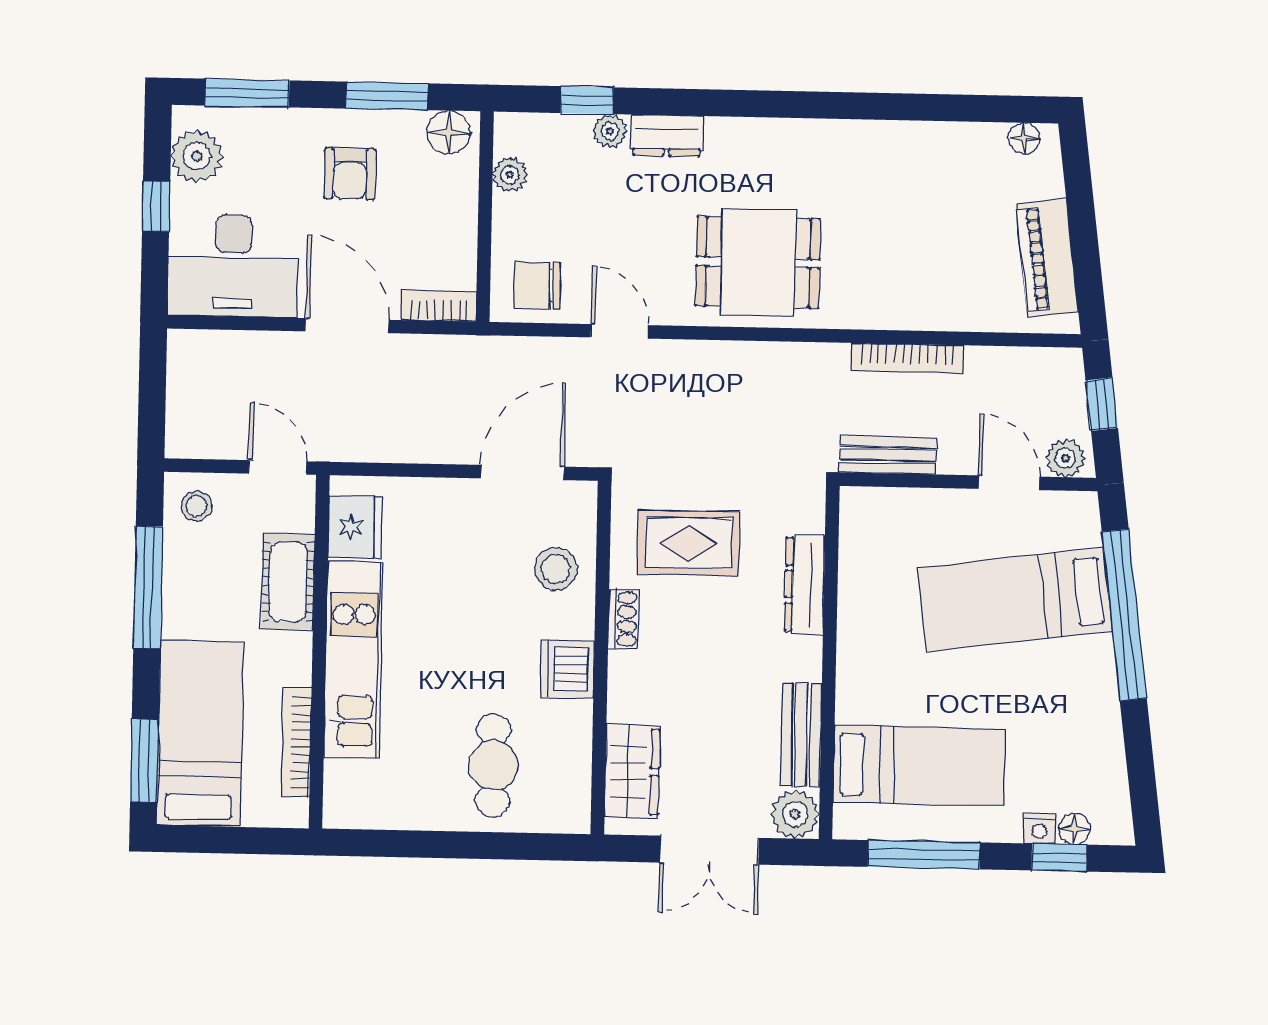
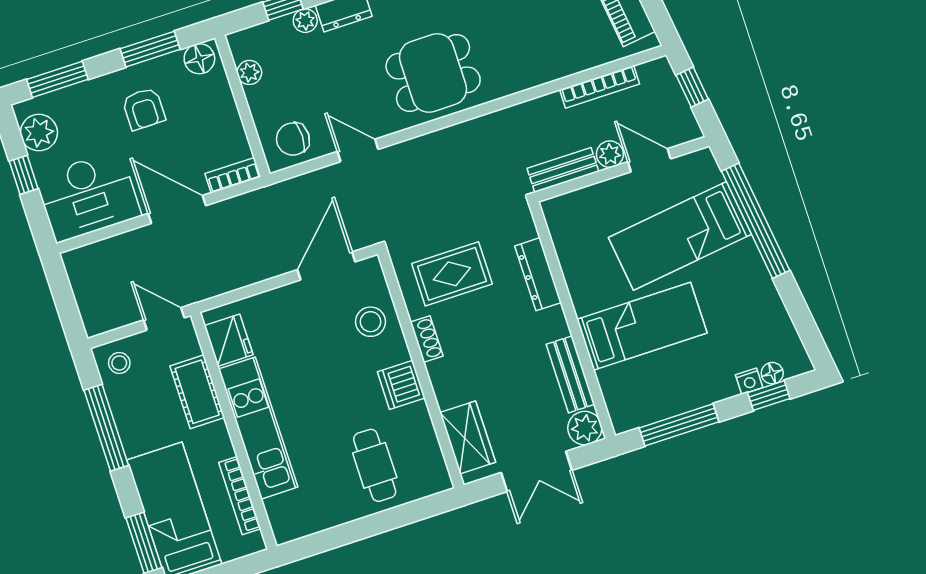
bookcase: (908, 358) -> (600, 87), moved
plant: (1065, 458) -> (610, 154), moved
bed: (919, 765) -> (642, 326), moved

